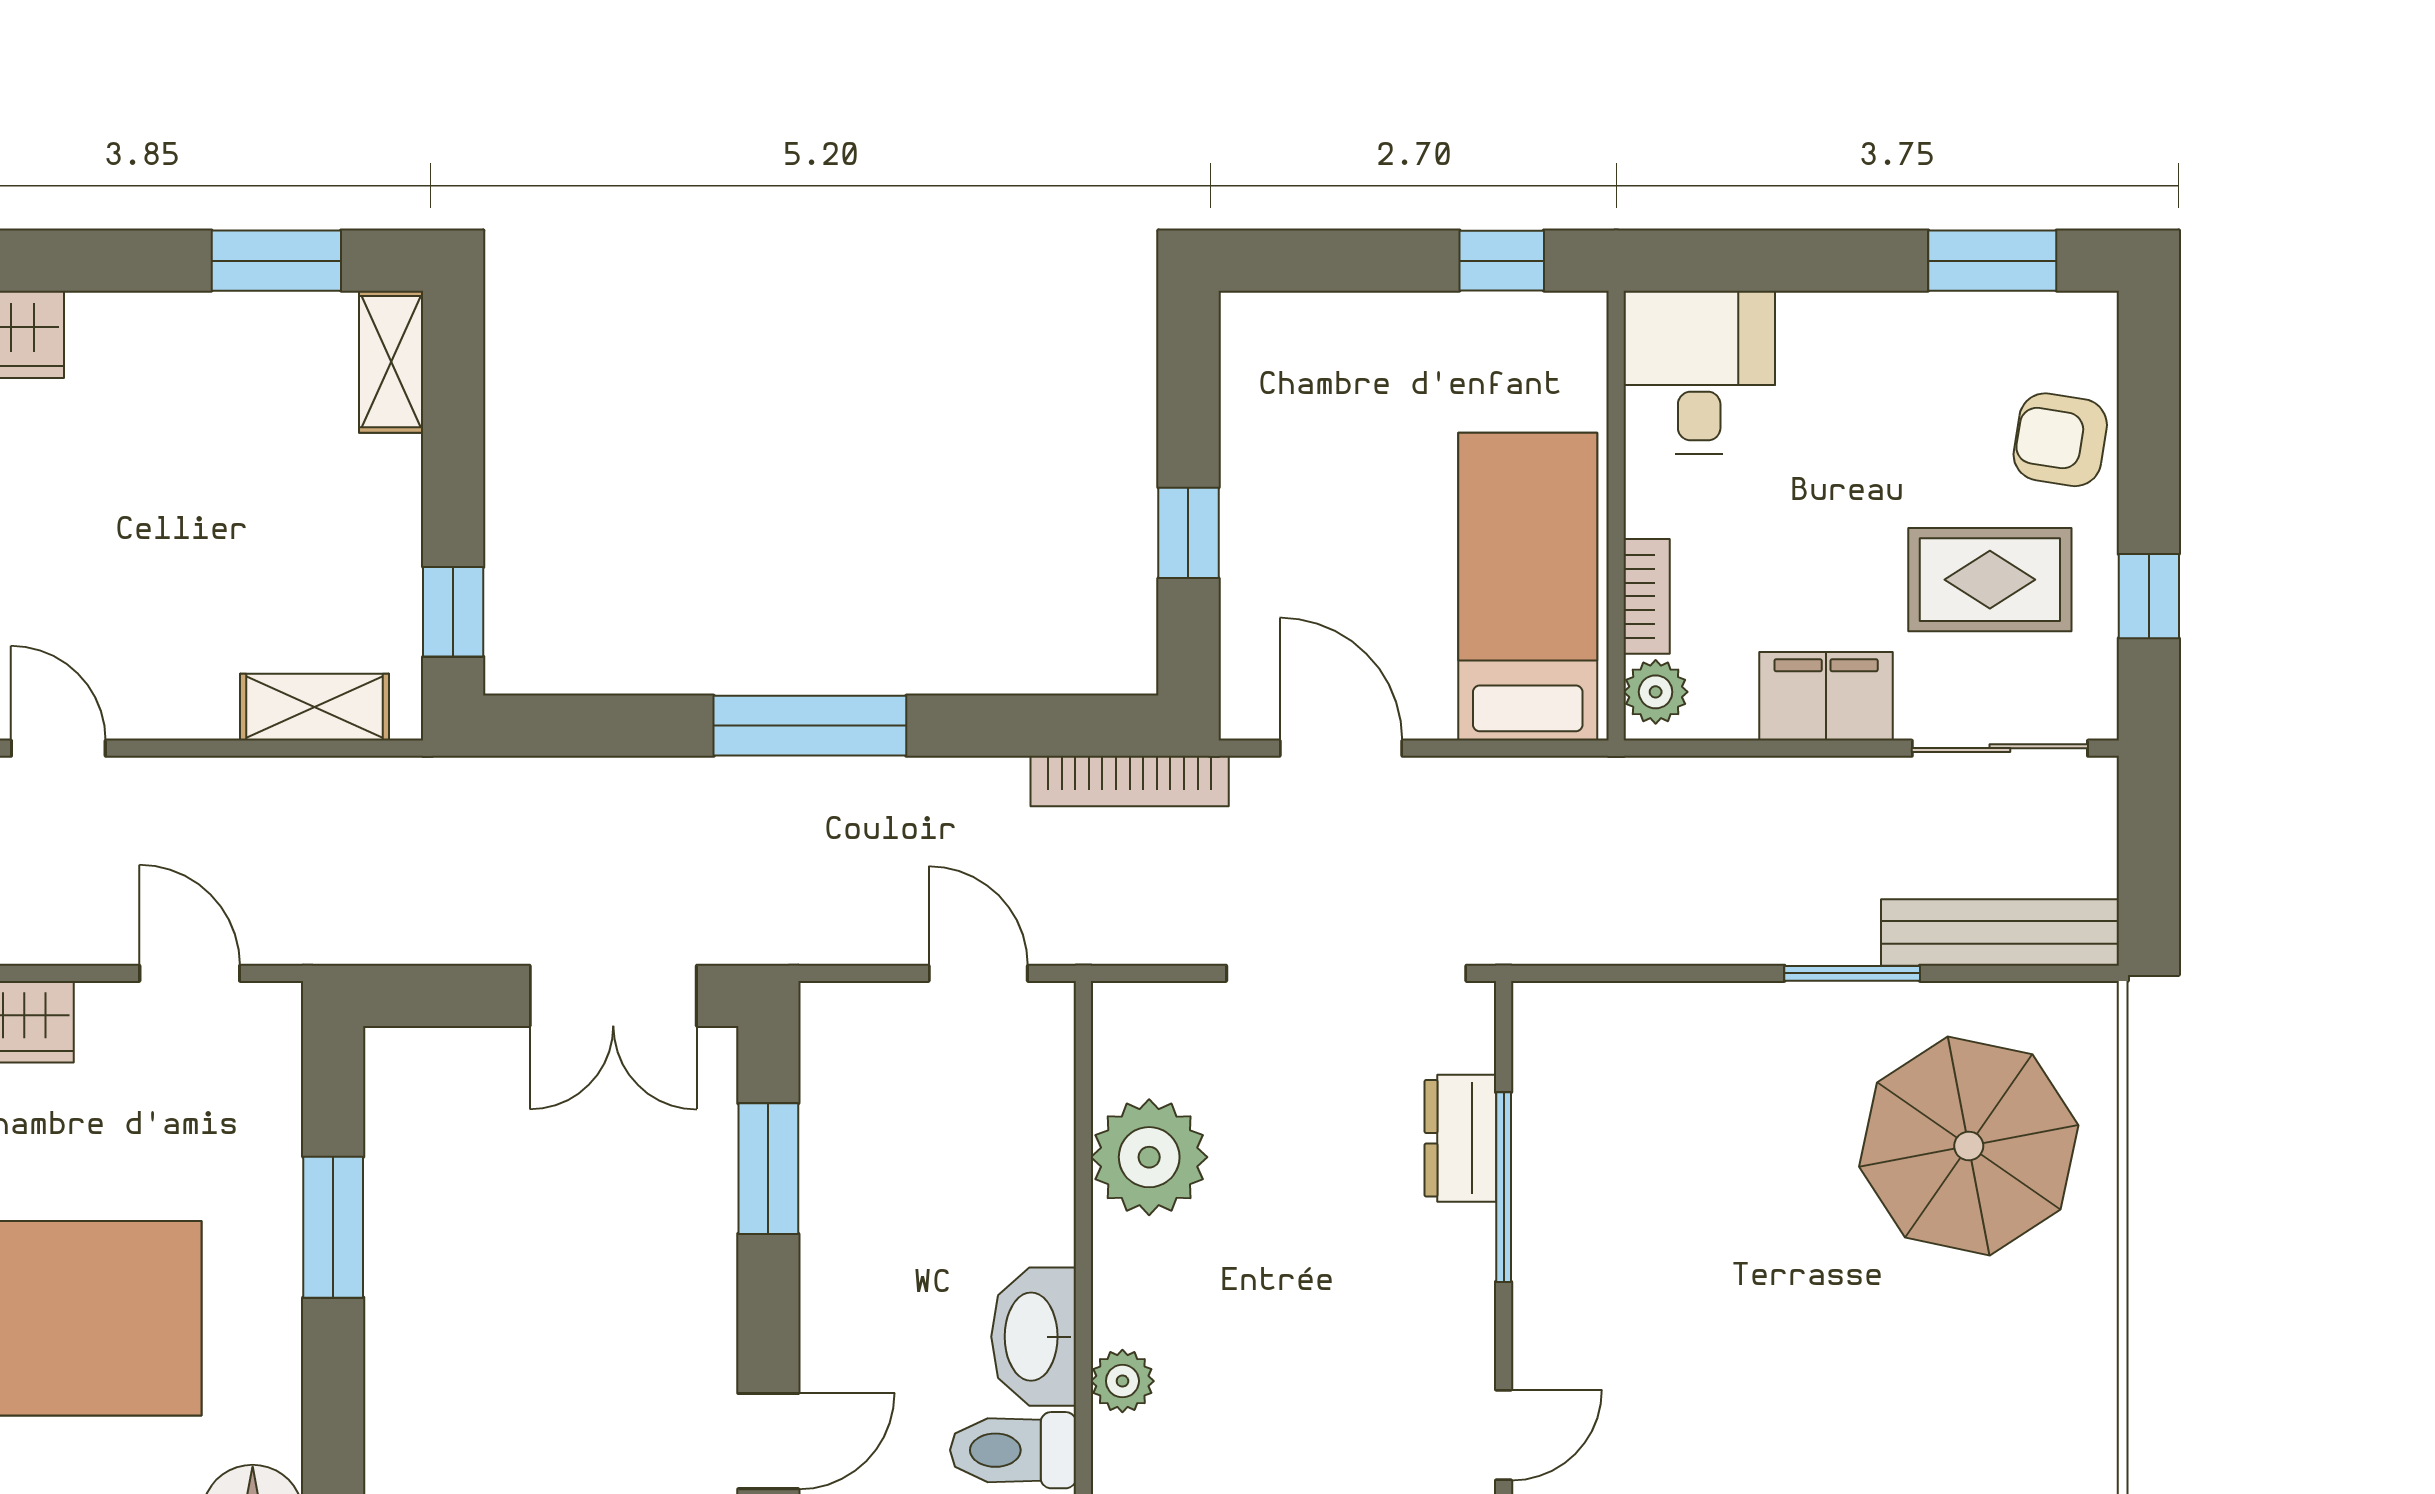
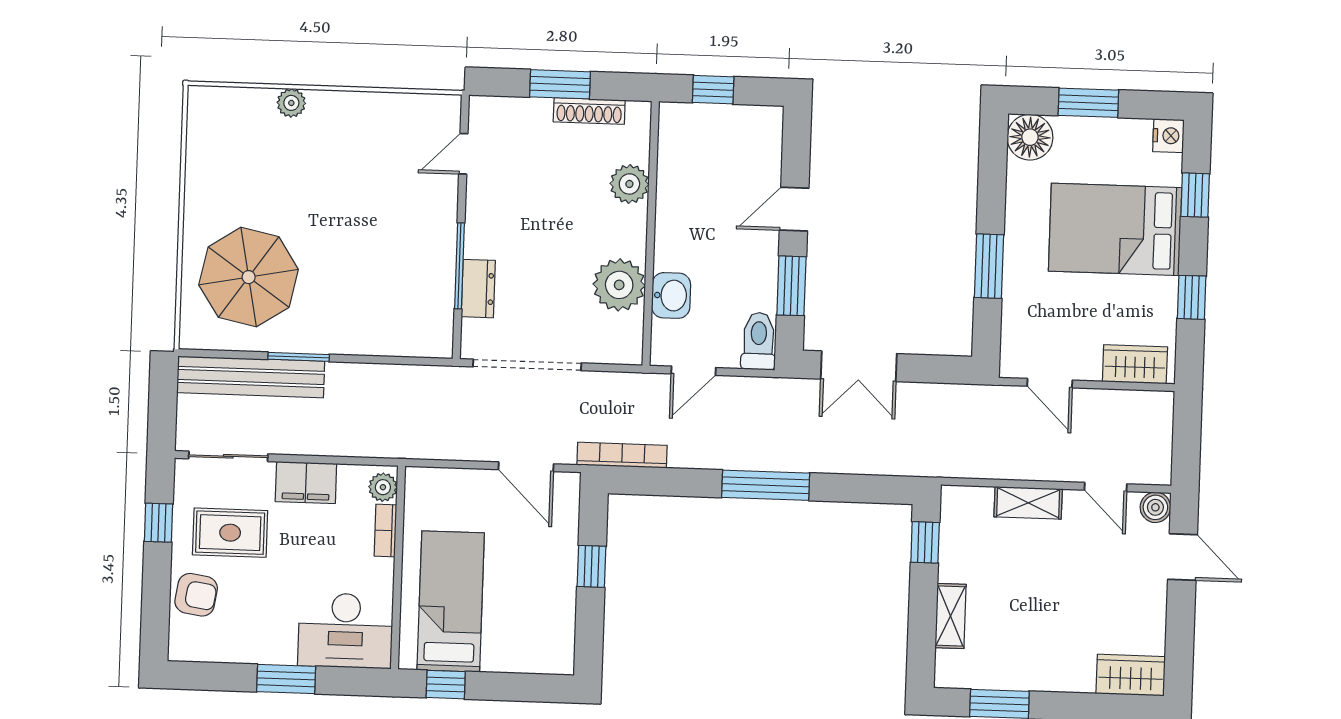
window: (1992, 261) -> (286, 679), moved
shelving: (391, 362) -> (951, 616), moved
desk: (1699, 372) -> (345, 631), width x1.37
bed: (1528, 587) -> (451, 601), moved, turned 180
shelving: (314, 707) -> (1028, 503), moved
bench: (2000, 932) -> (251, 377), width x1.37, depth x1.21
door: (978, 973) -> (693, 371), hinge flipped
double door: (613, 996) -> (859, 366), swing flipped
washbasin: (1034, 1337) -> (671, 295), moved, width x0.72
plant: (1122, 1381) -> (629, 184), width x1.38, depth x1.38
door: (768, 1441) -> (794, 209), moved
toilet: (1013, 1450) -> (759, 341), moved, turned -90

